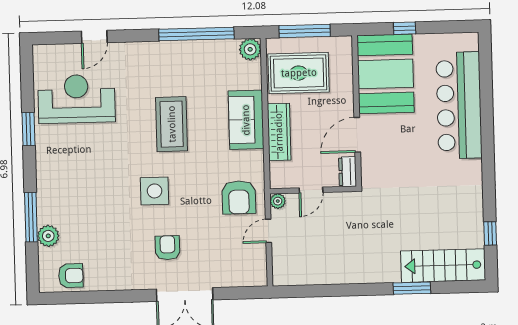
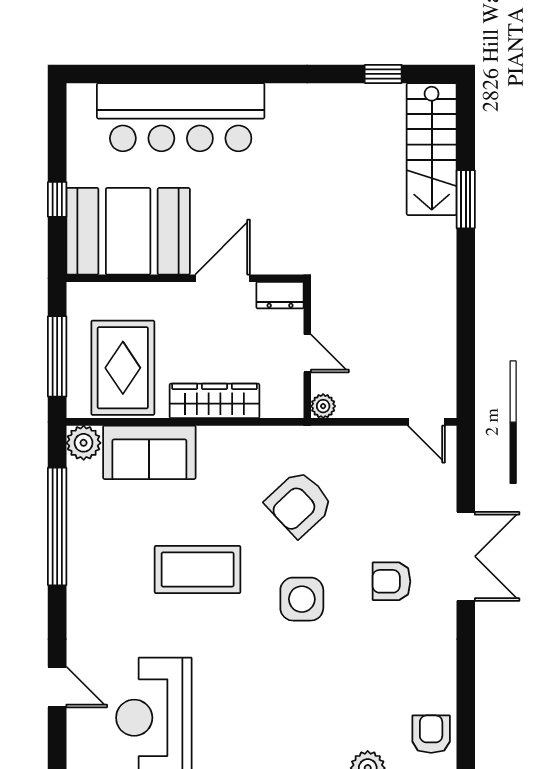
sofa: (246, 120) -> (149, 452), moved
door: (357, 135) -> (222, 278), swing flipped
armchair: (239, 197) -> (299, 504), moved, turned 137
door: (268, 231) -> (426, 422), moved

